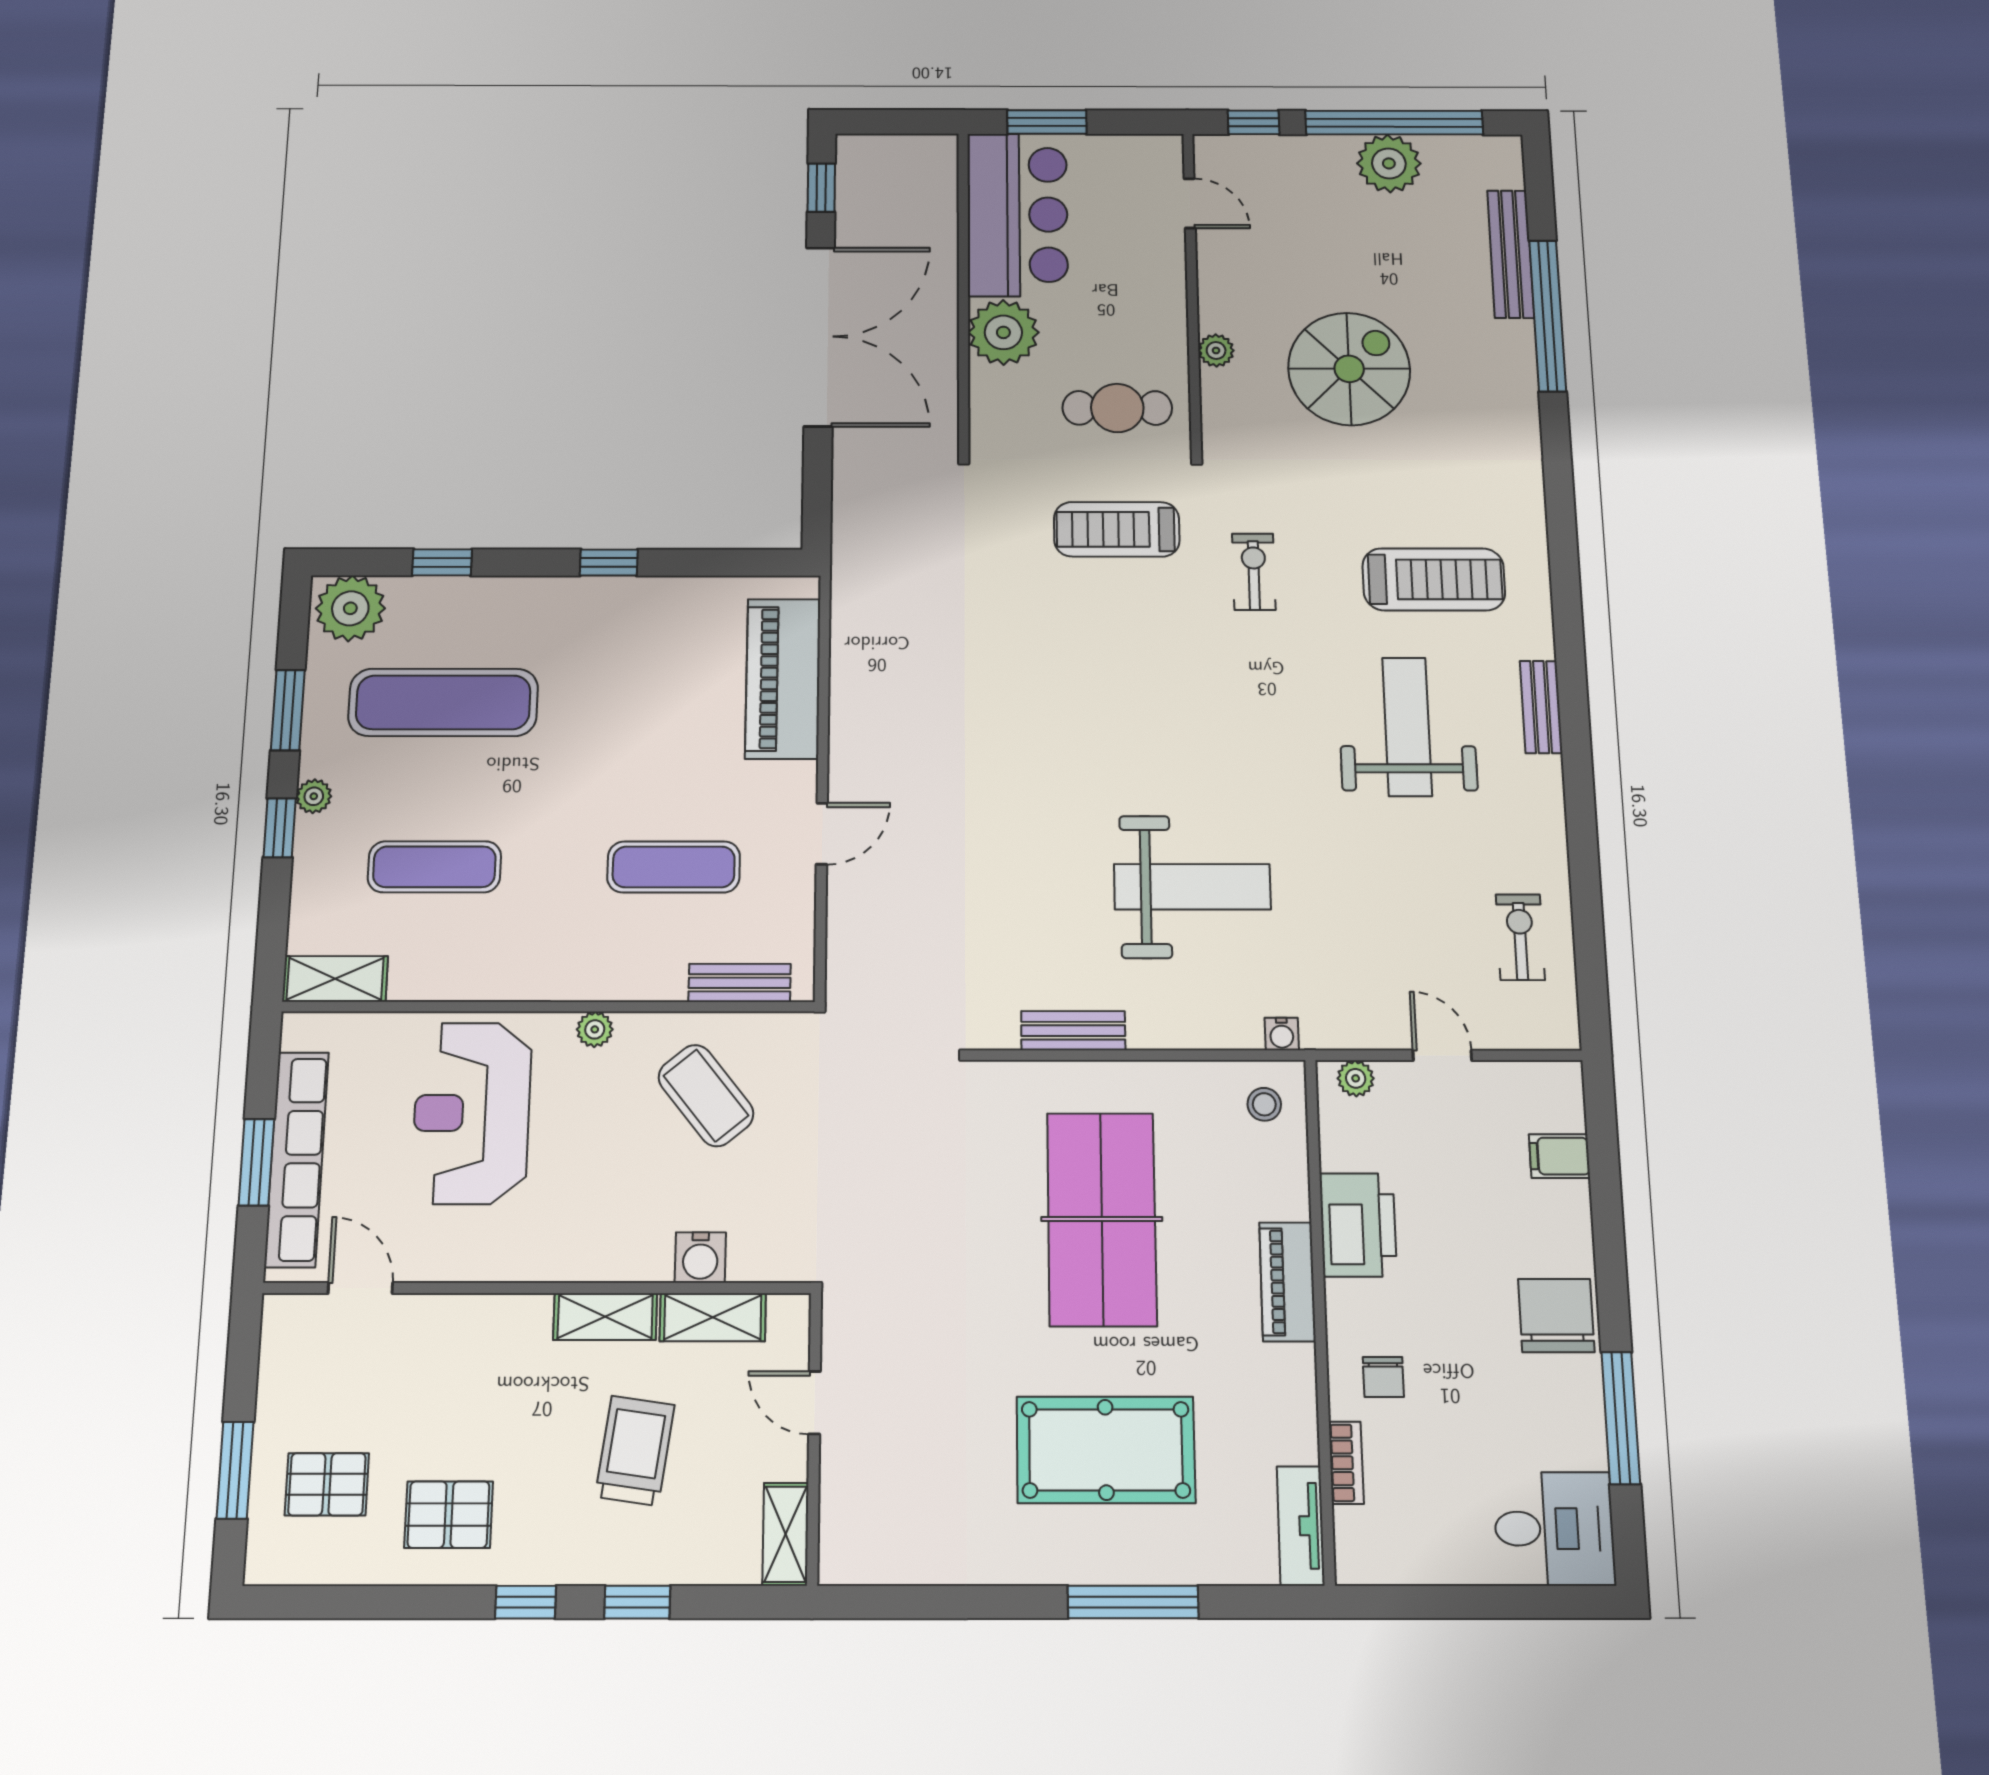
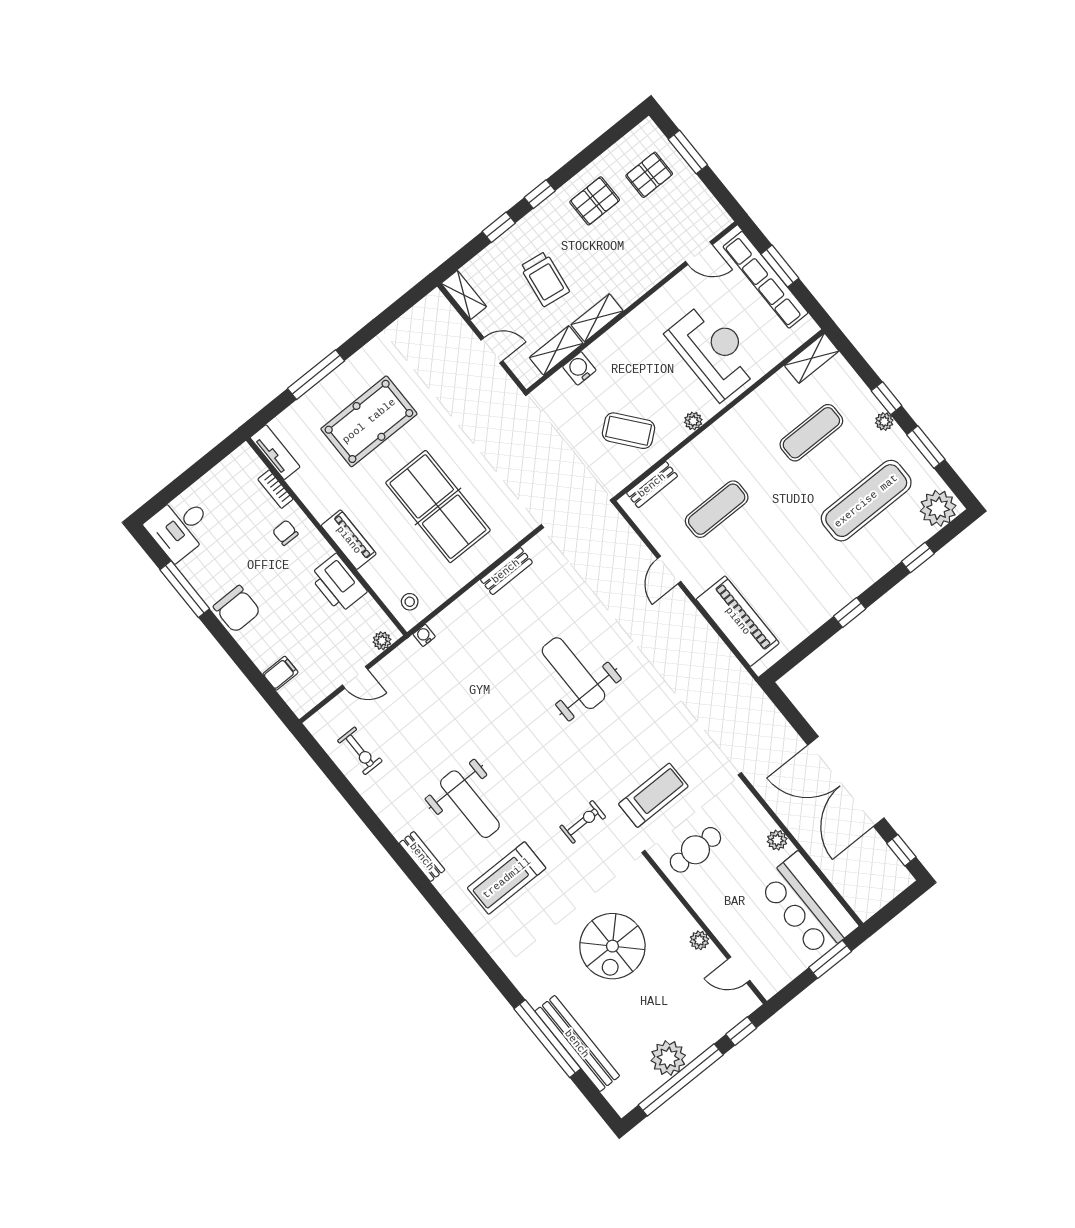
bench: (1511, 254) -> (577, 1044), width x1.37, depth x1.21
plant: (1003, 332) -> (777, 840), width x0.53, depth x0.53
plant: (1216, 350) -> (699, 940), moved
exercise bike: (1254, 572) -> (583, 822), turned -90
weight bench: (1192, 887) -> (574, 673), moved, turned 90

